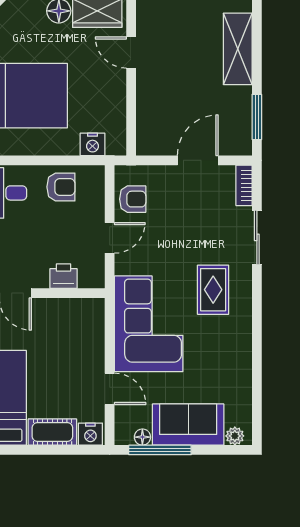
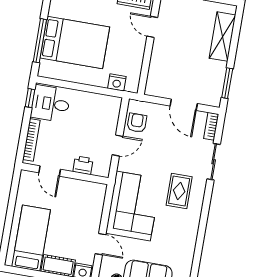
door: (198, 160) -> (184, 105), swing flipped
armchair: (61, 187) -> (91, 107), removed
armchair: (133, 199) -> (137, 123), turned -90

